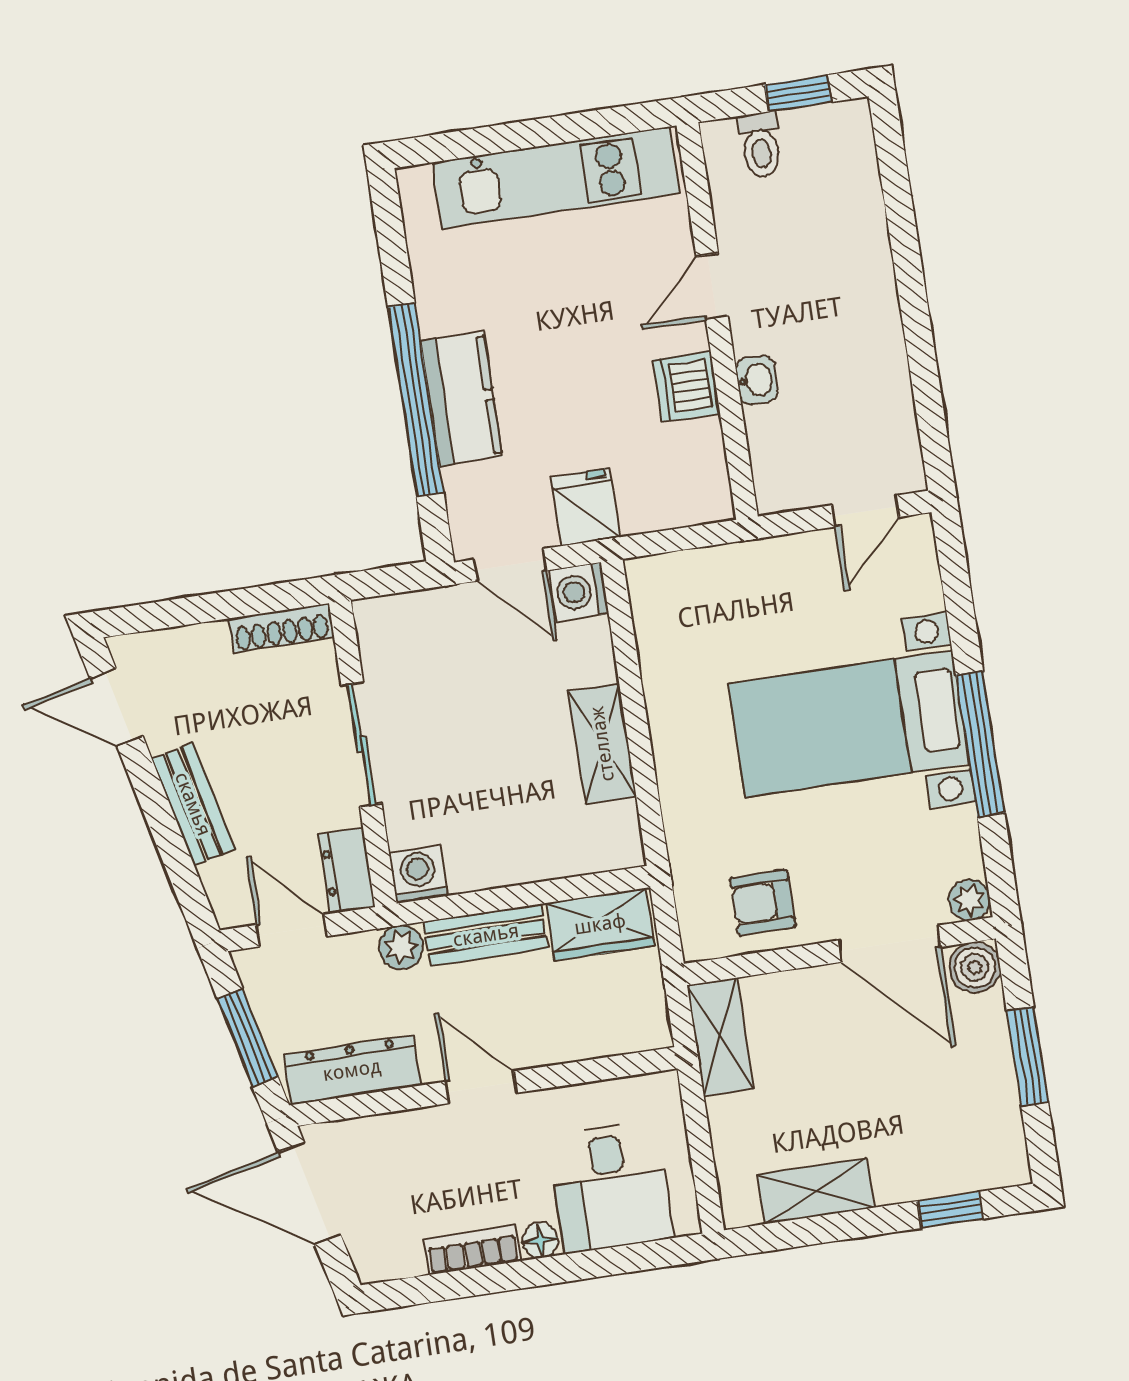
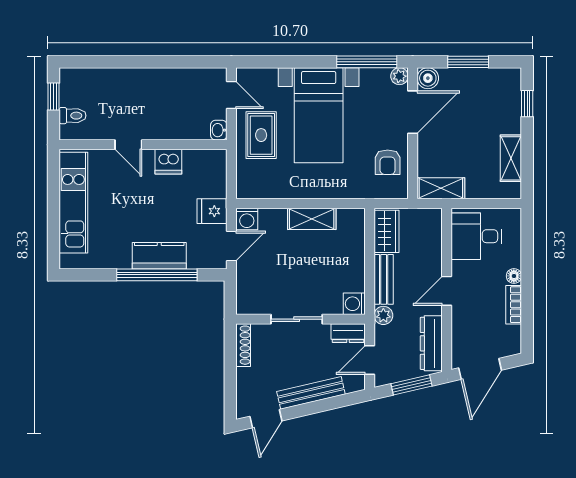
washbasin: (756, 380) -> (219, 130), moved, turned -90
rug: (782, 595) -> (261, 135), added
window: (980, 744) -> (367, 62), moved
bench: (193, 804) -> (311, 393), width x1.36
desk: (611, 1187) -> (476, 236), moved, turned 180

